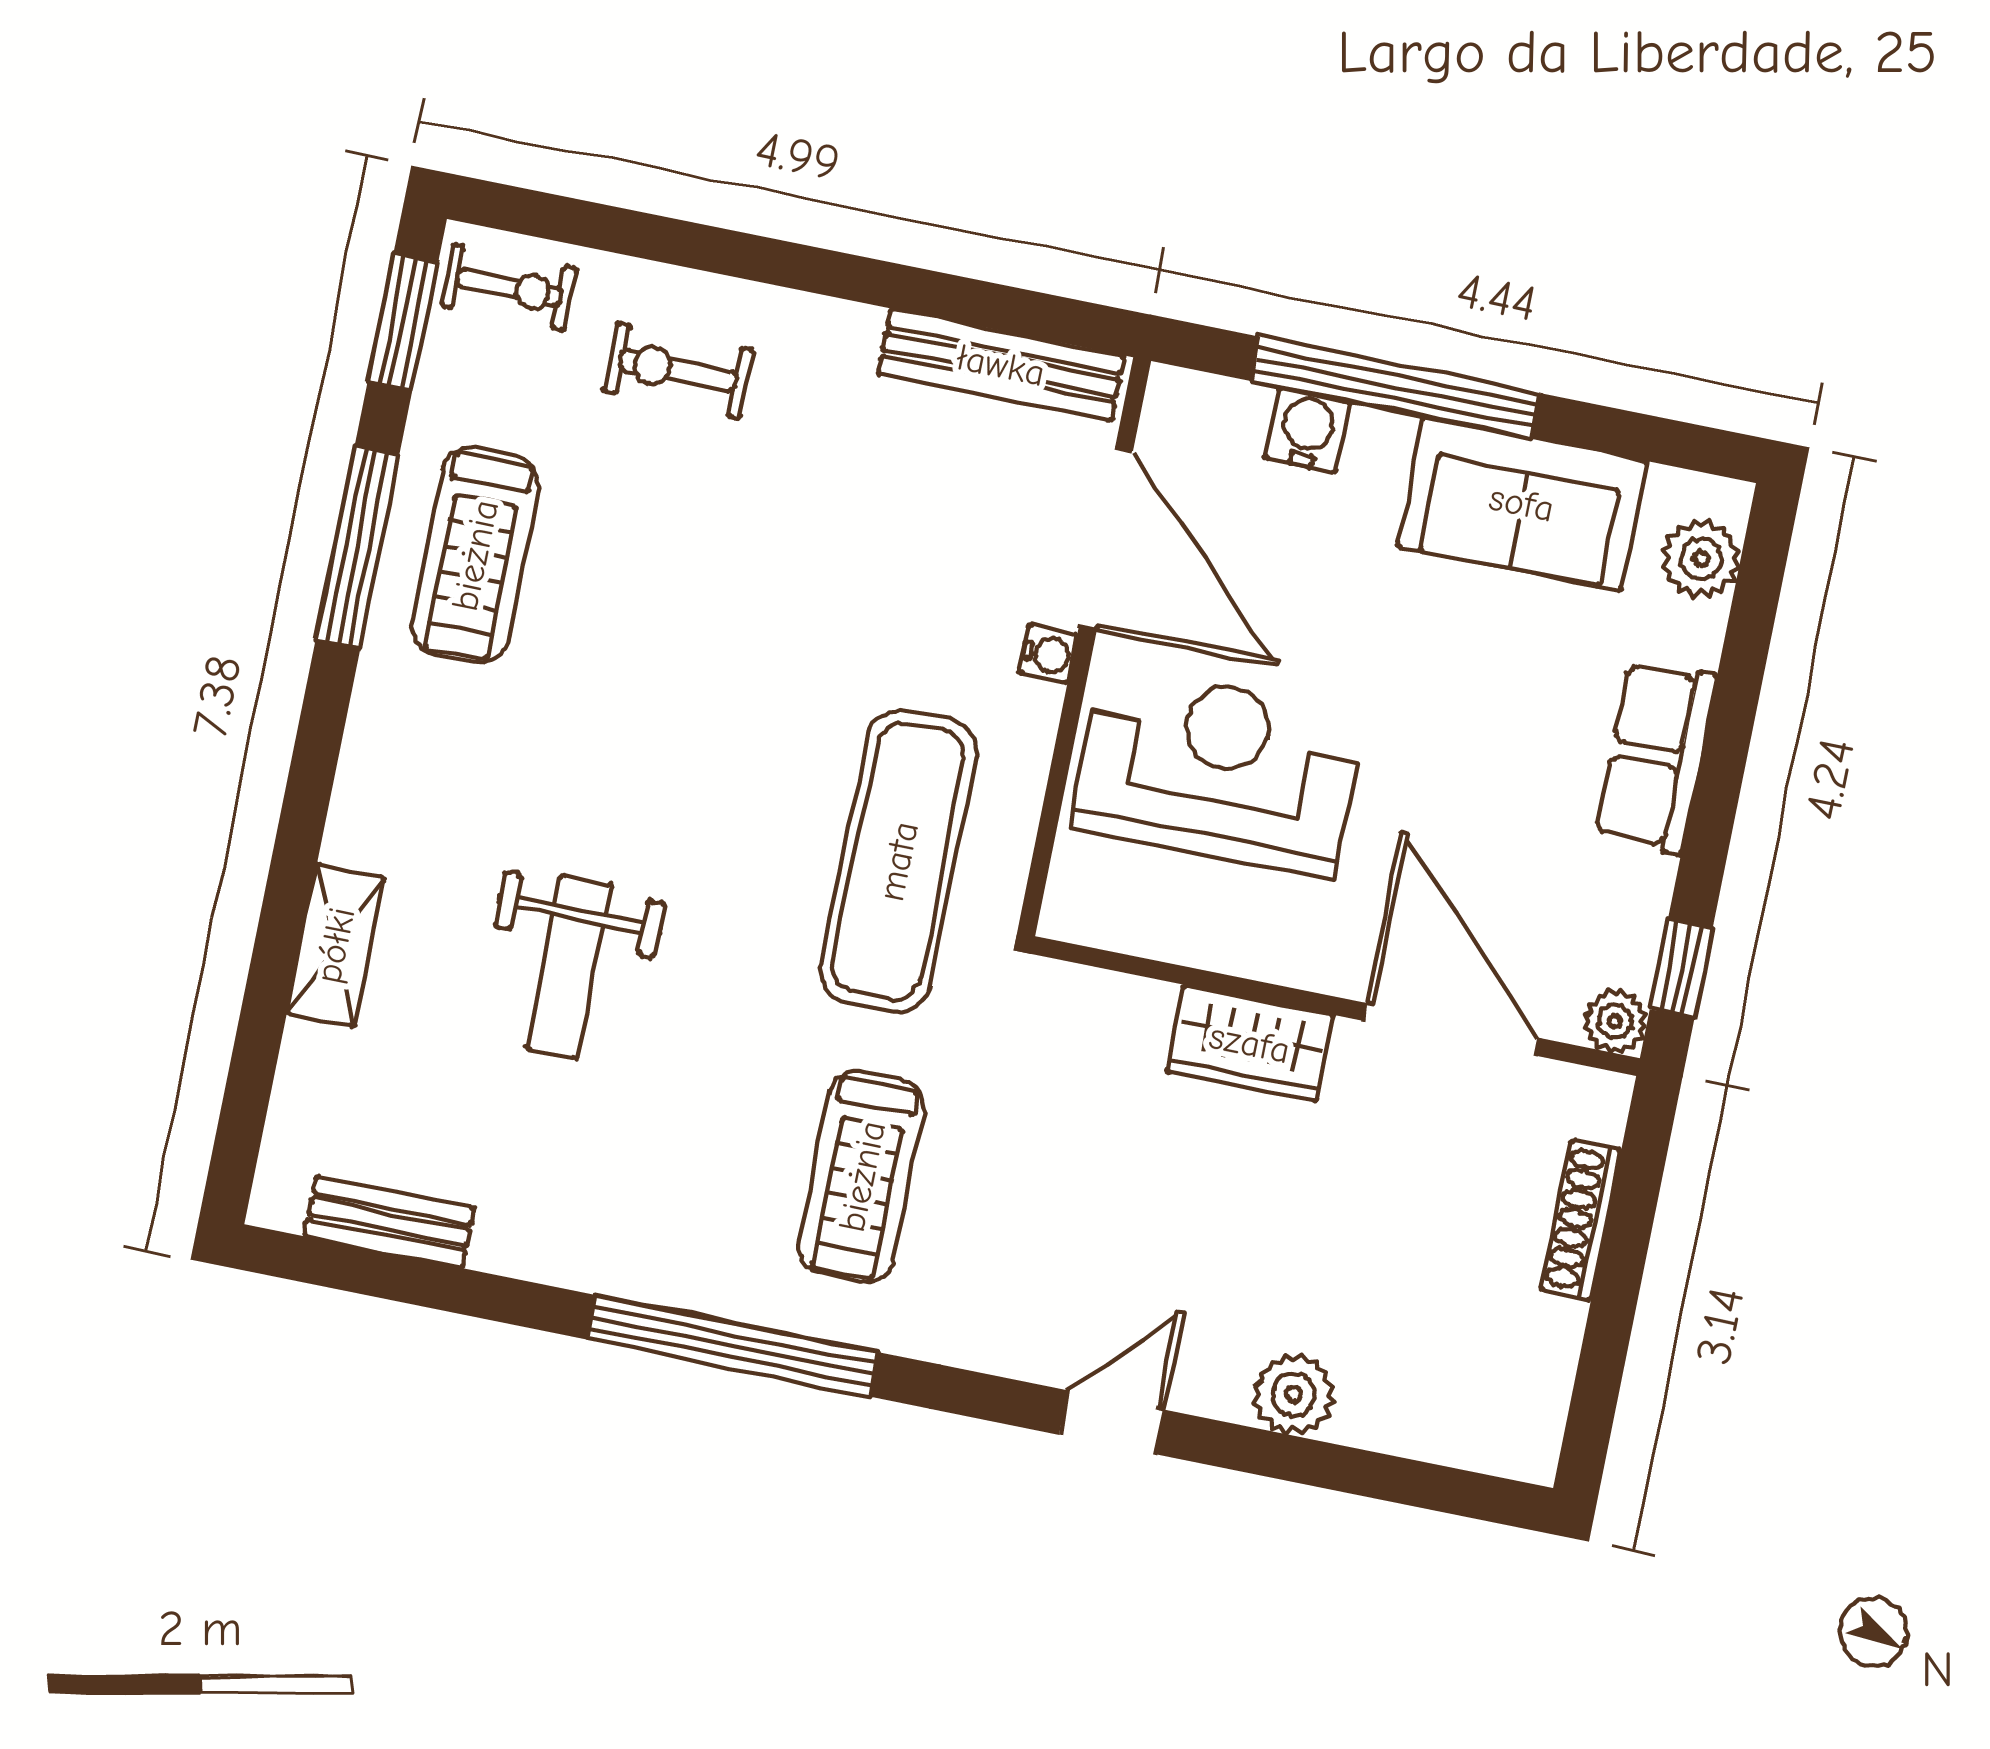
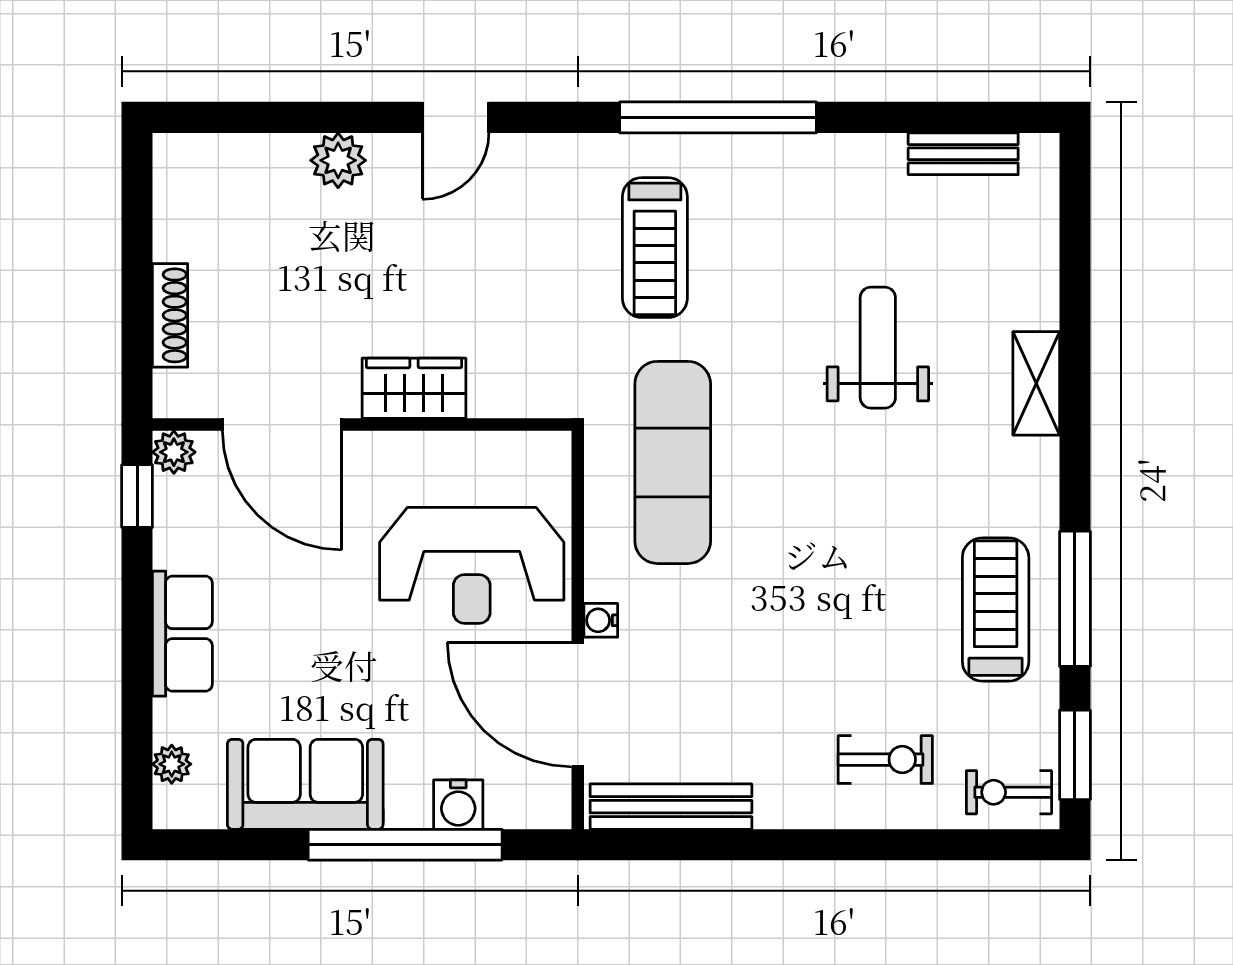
plant: (1701, 559) -> (172, 764), width x0.73, depth x0.73
shelving: (335, 945) -> (1036, 383), moved
treadmill: (862, 1176) -> (655, 248), turned 180

